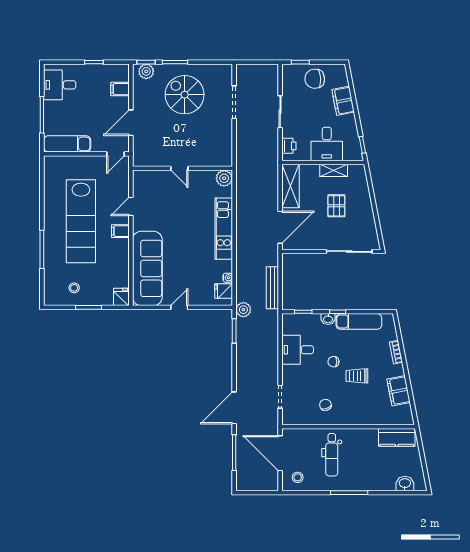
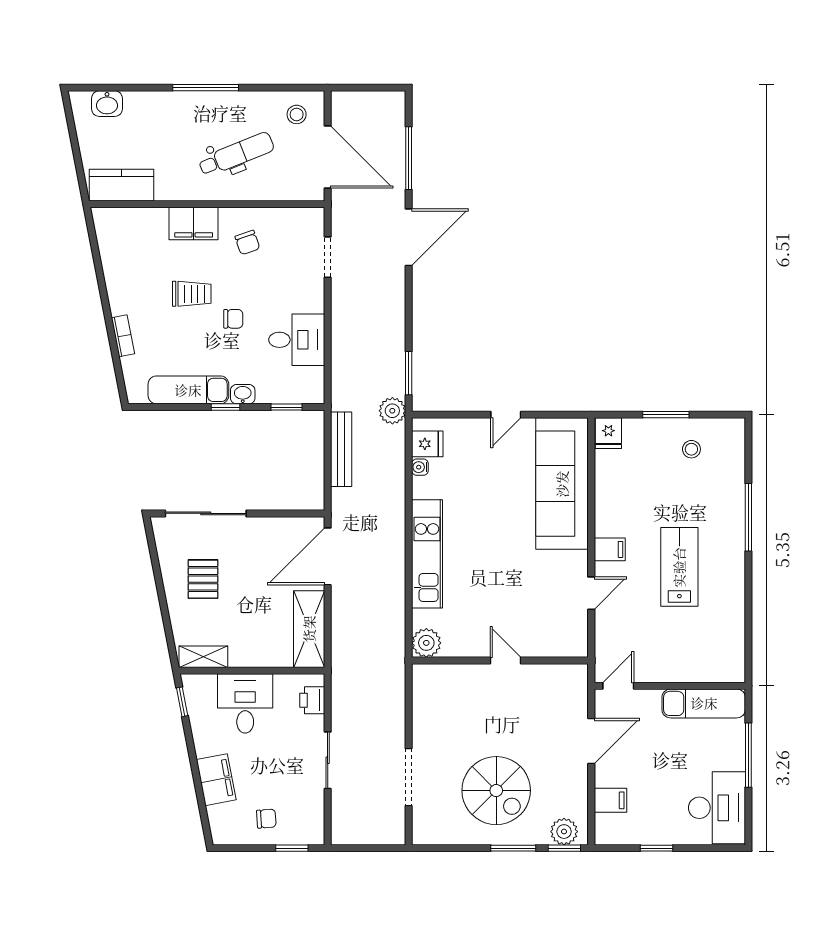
chair: (315, 79) -> (266, 819), width x0.54, depth x0.54
desk: (60, 85) -> (717, 808), width x1.37
shelving: (334, 170) -> (203, 657), moved
pallet: (336, 206) -> (203, 579), moved
lab bench: (81, 221) -> (679, 567), width x0.54, depth x0.72
filing cabinet: (399, 391) -> (194, 224), moved, turned 101
dental chair: (332, 455) -> (236, 154), turned 68

